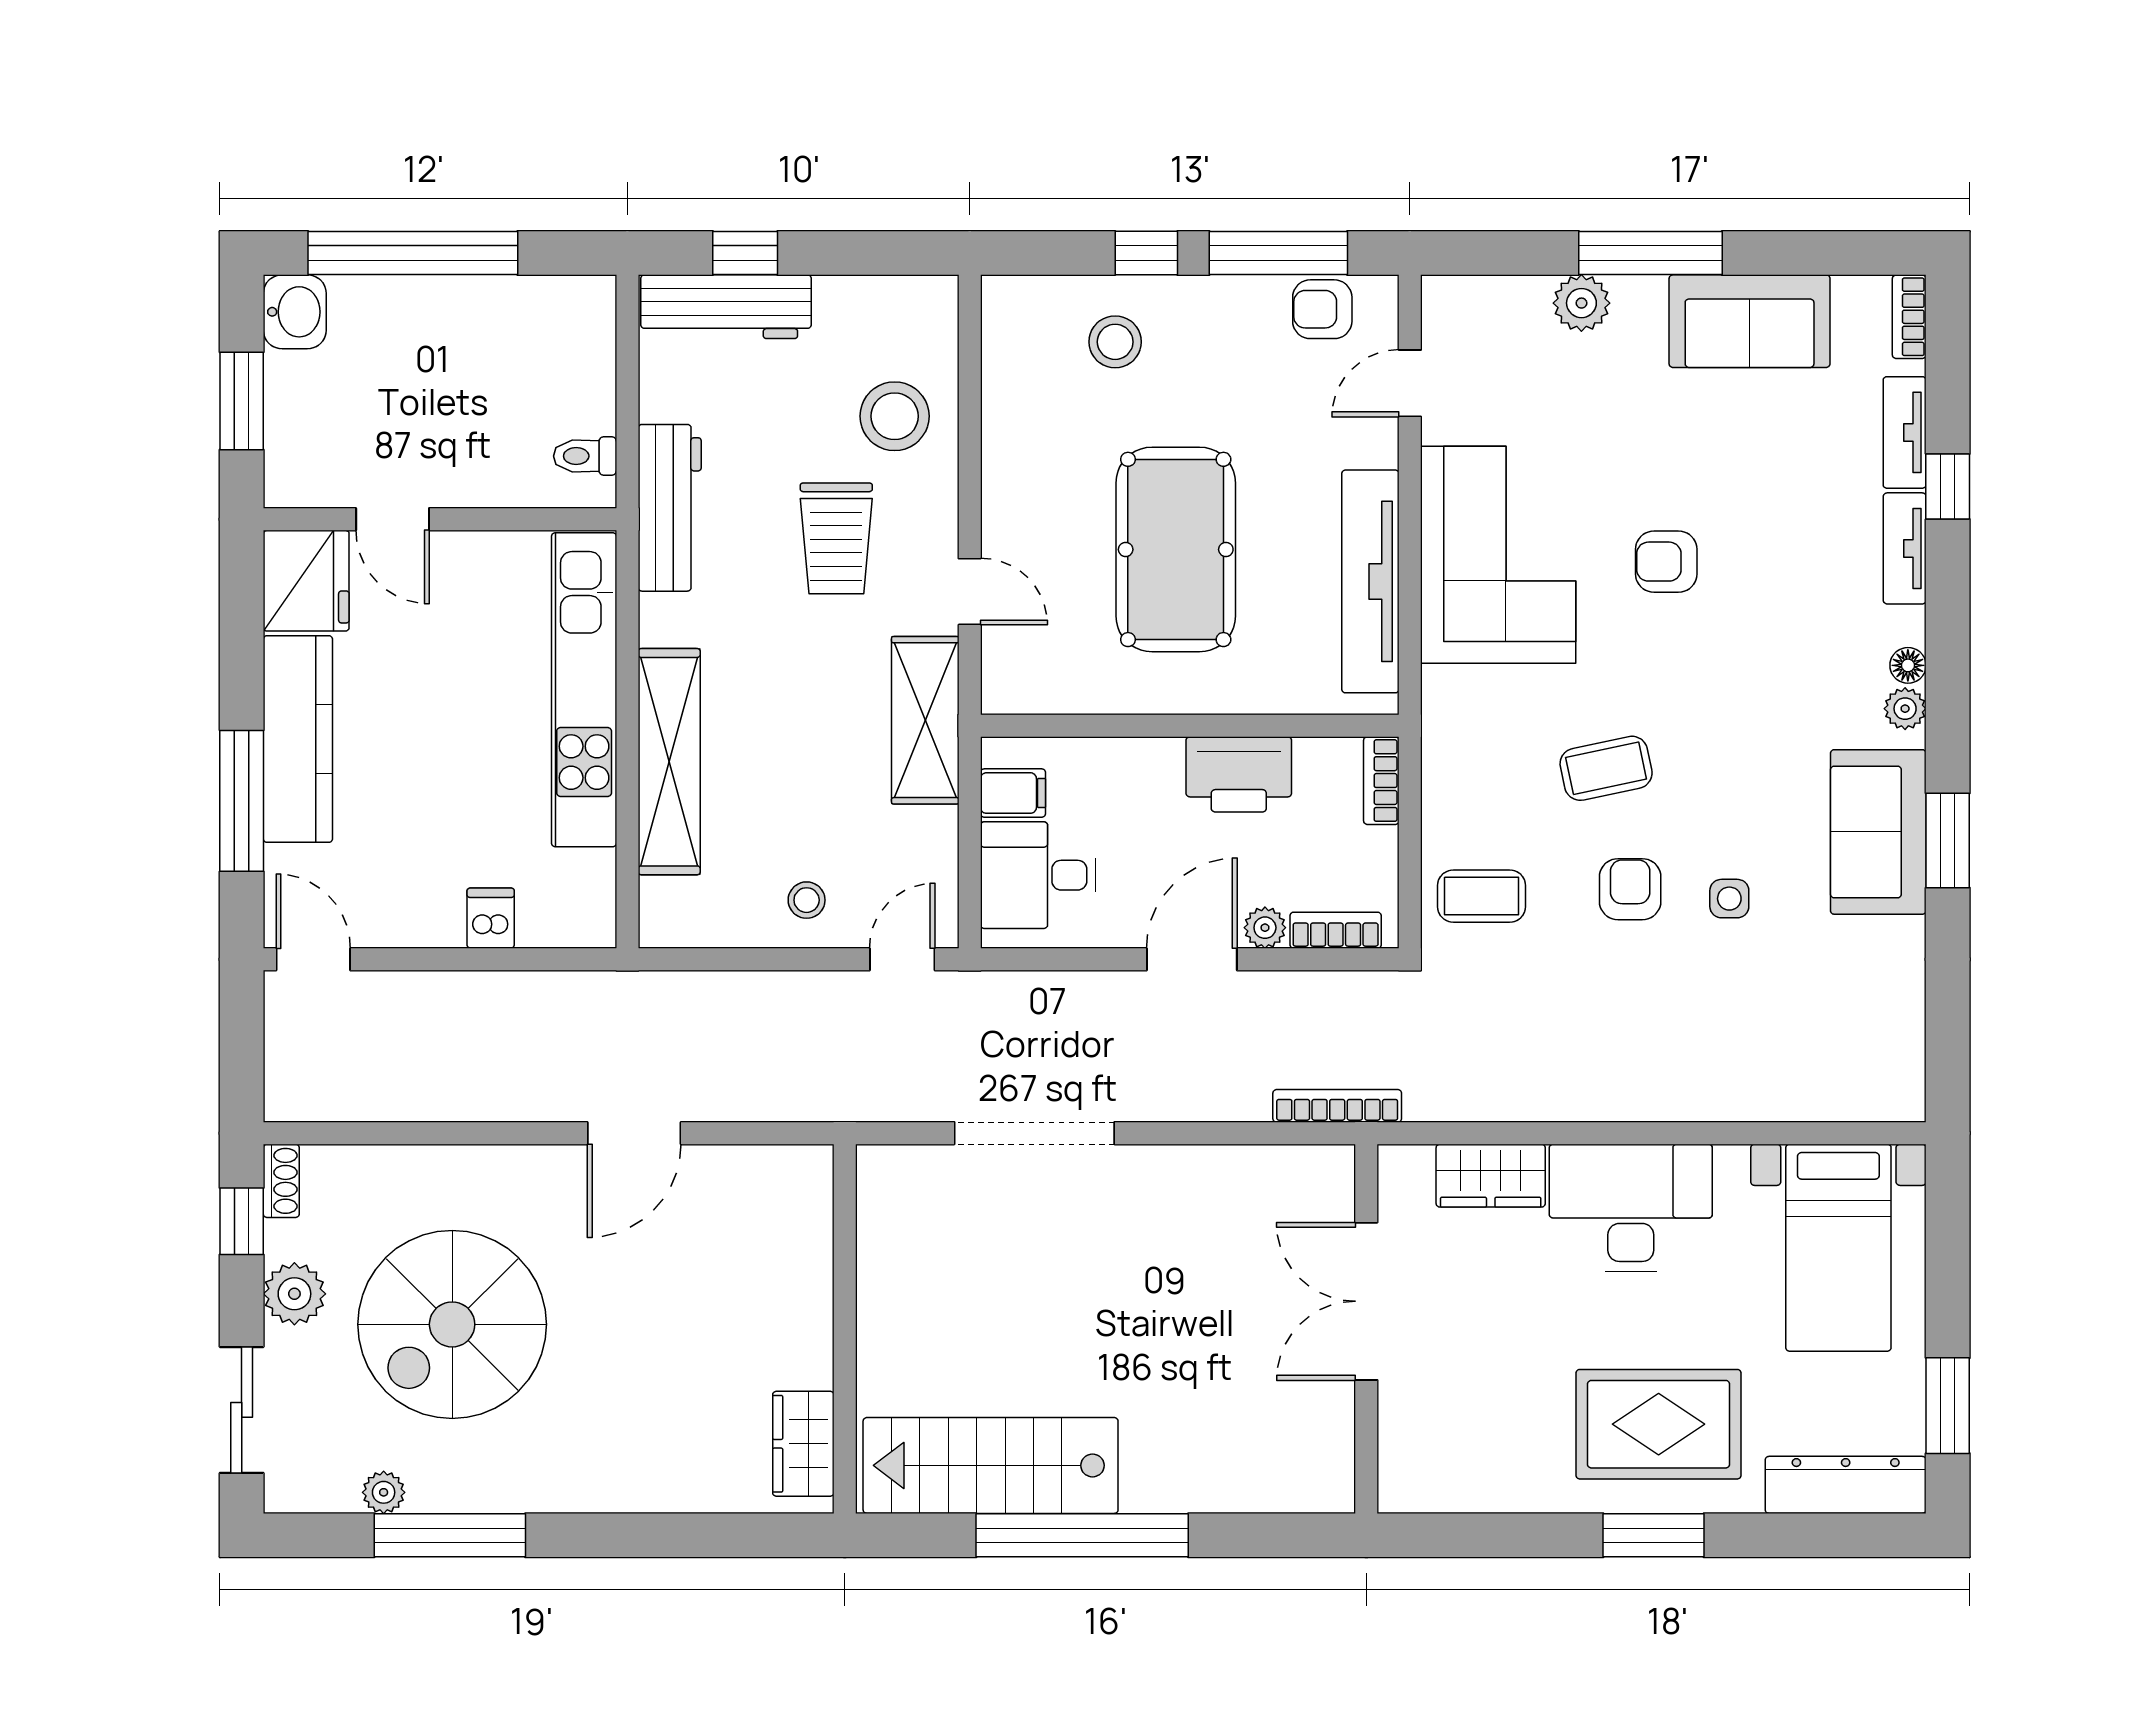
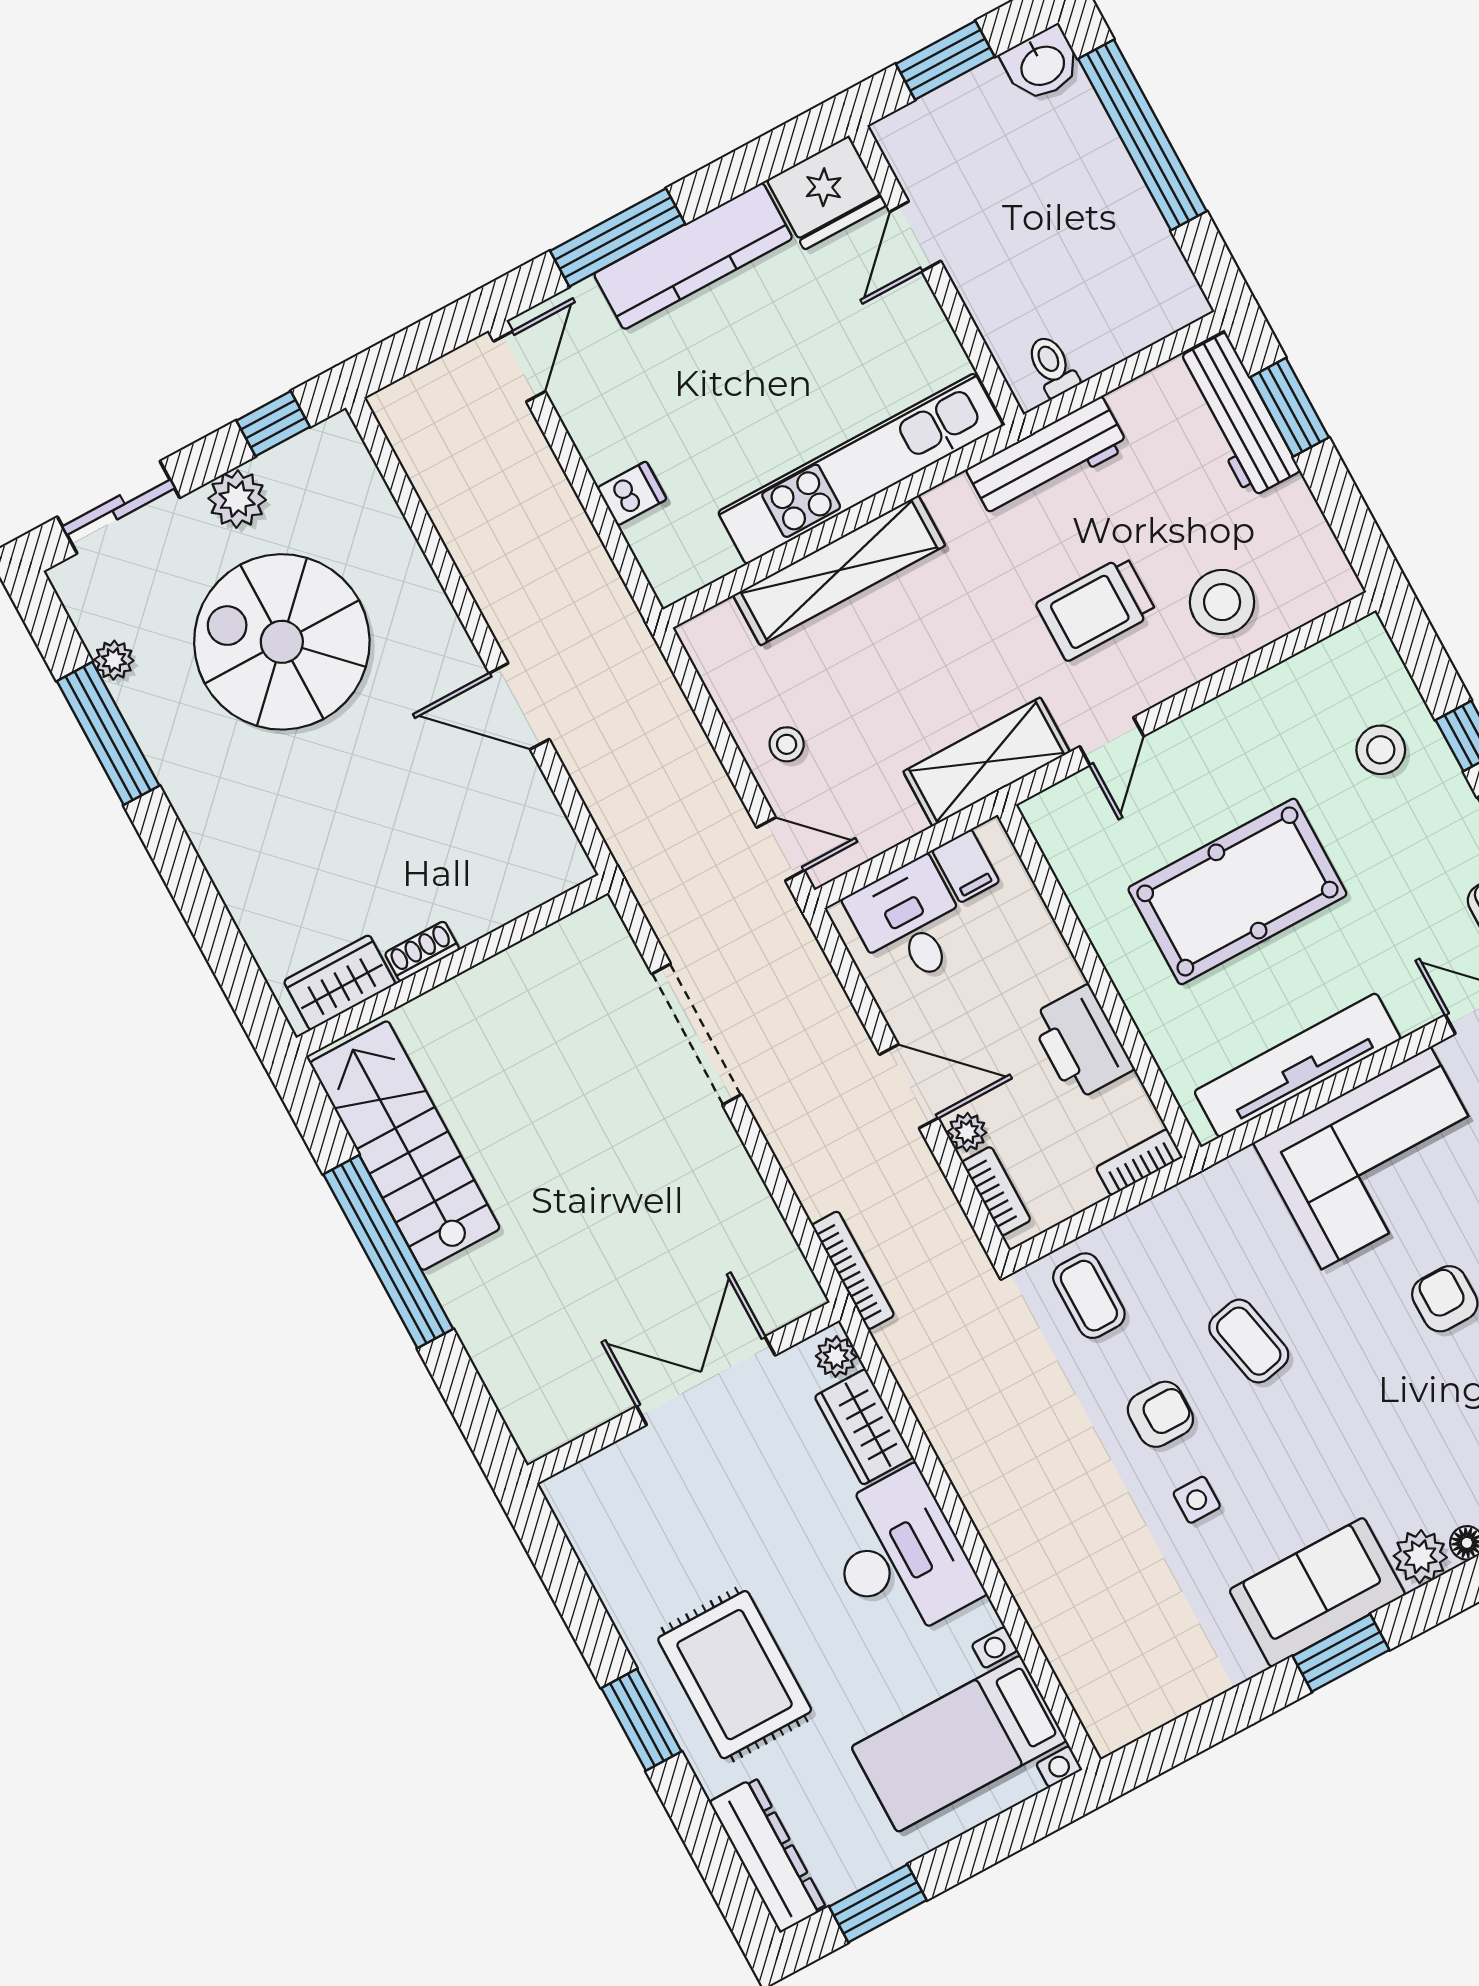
window: (745, 253) -> (1290, 407), width x1.50
plant: (1905, 709) -> (1420, 1557), width x1.38, depth x1.38
plant: (1410, 1166) -> (836, 1357), added
shoe rack: (281, 1181) -> (422, 951), moved, turned 180

